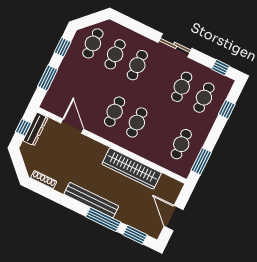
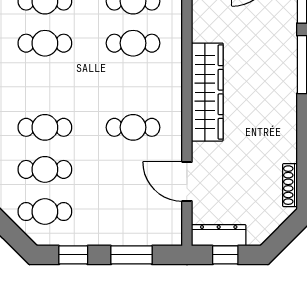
cafe table: (137, 122) -> (133, 43), moved
door: (72, 126) -> (187, 182), hinge flipped
wardrobe: (132, 168) -> (207, 92), moved
bench: (91, 200) -> (286, 97), removed

